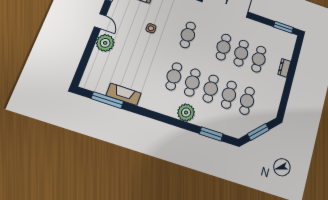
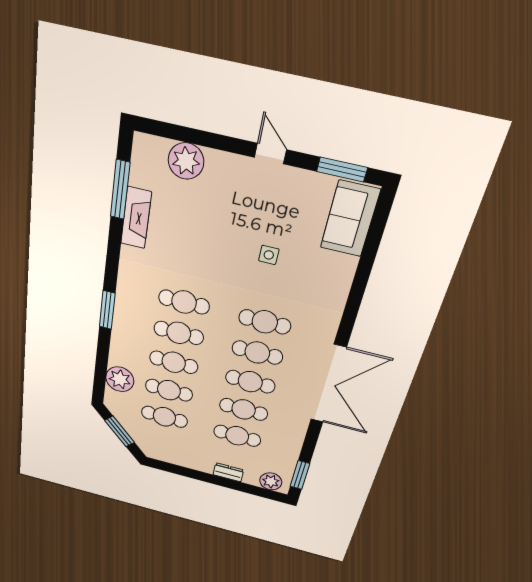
door: (100, 21) -> (271, 154), swing flipped
cafe table: (206, 41) -> (257, 353), added
plant: (105, 43) -> (186, 161), moved
plant: (289, 44) -> (271, 481), added
plant: (186, 112) -> (120, 379), moved
window: (211, 134) -> (107, 310), moved

